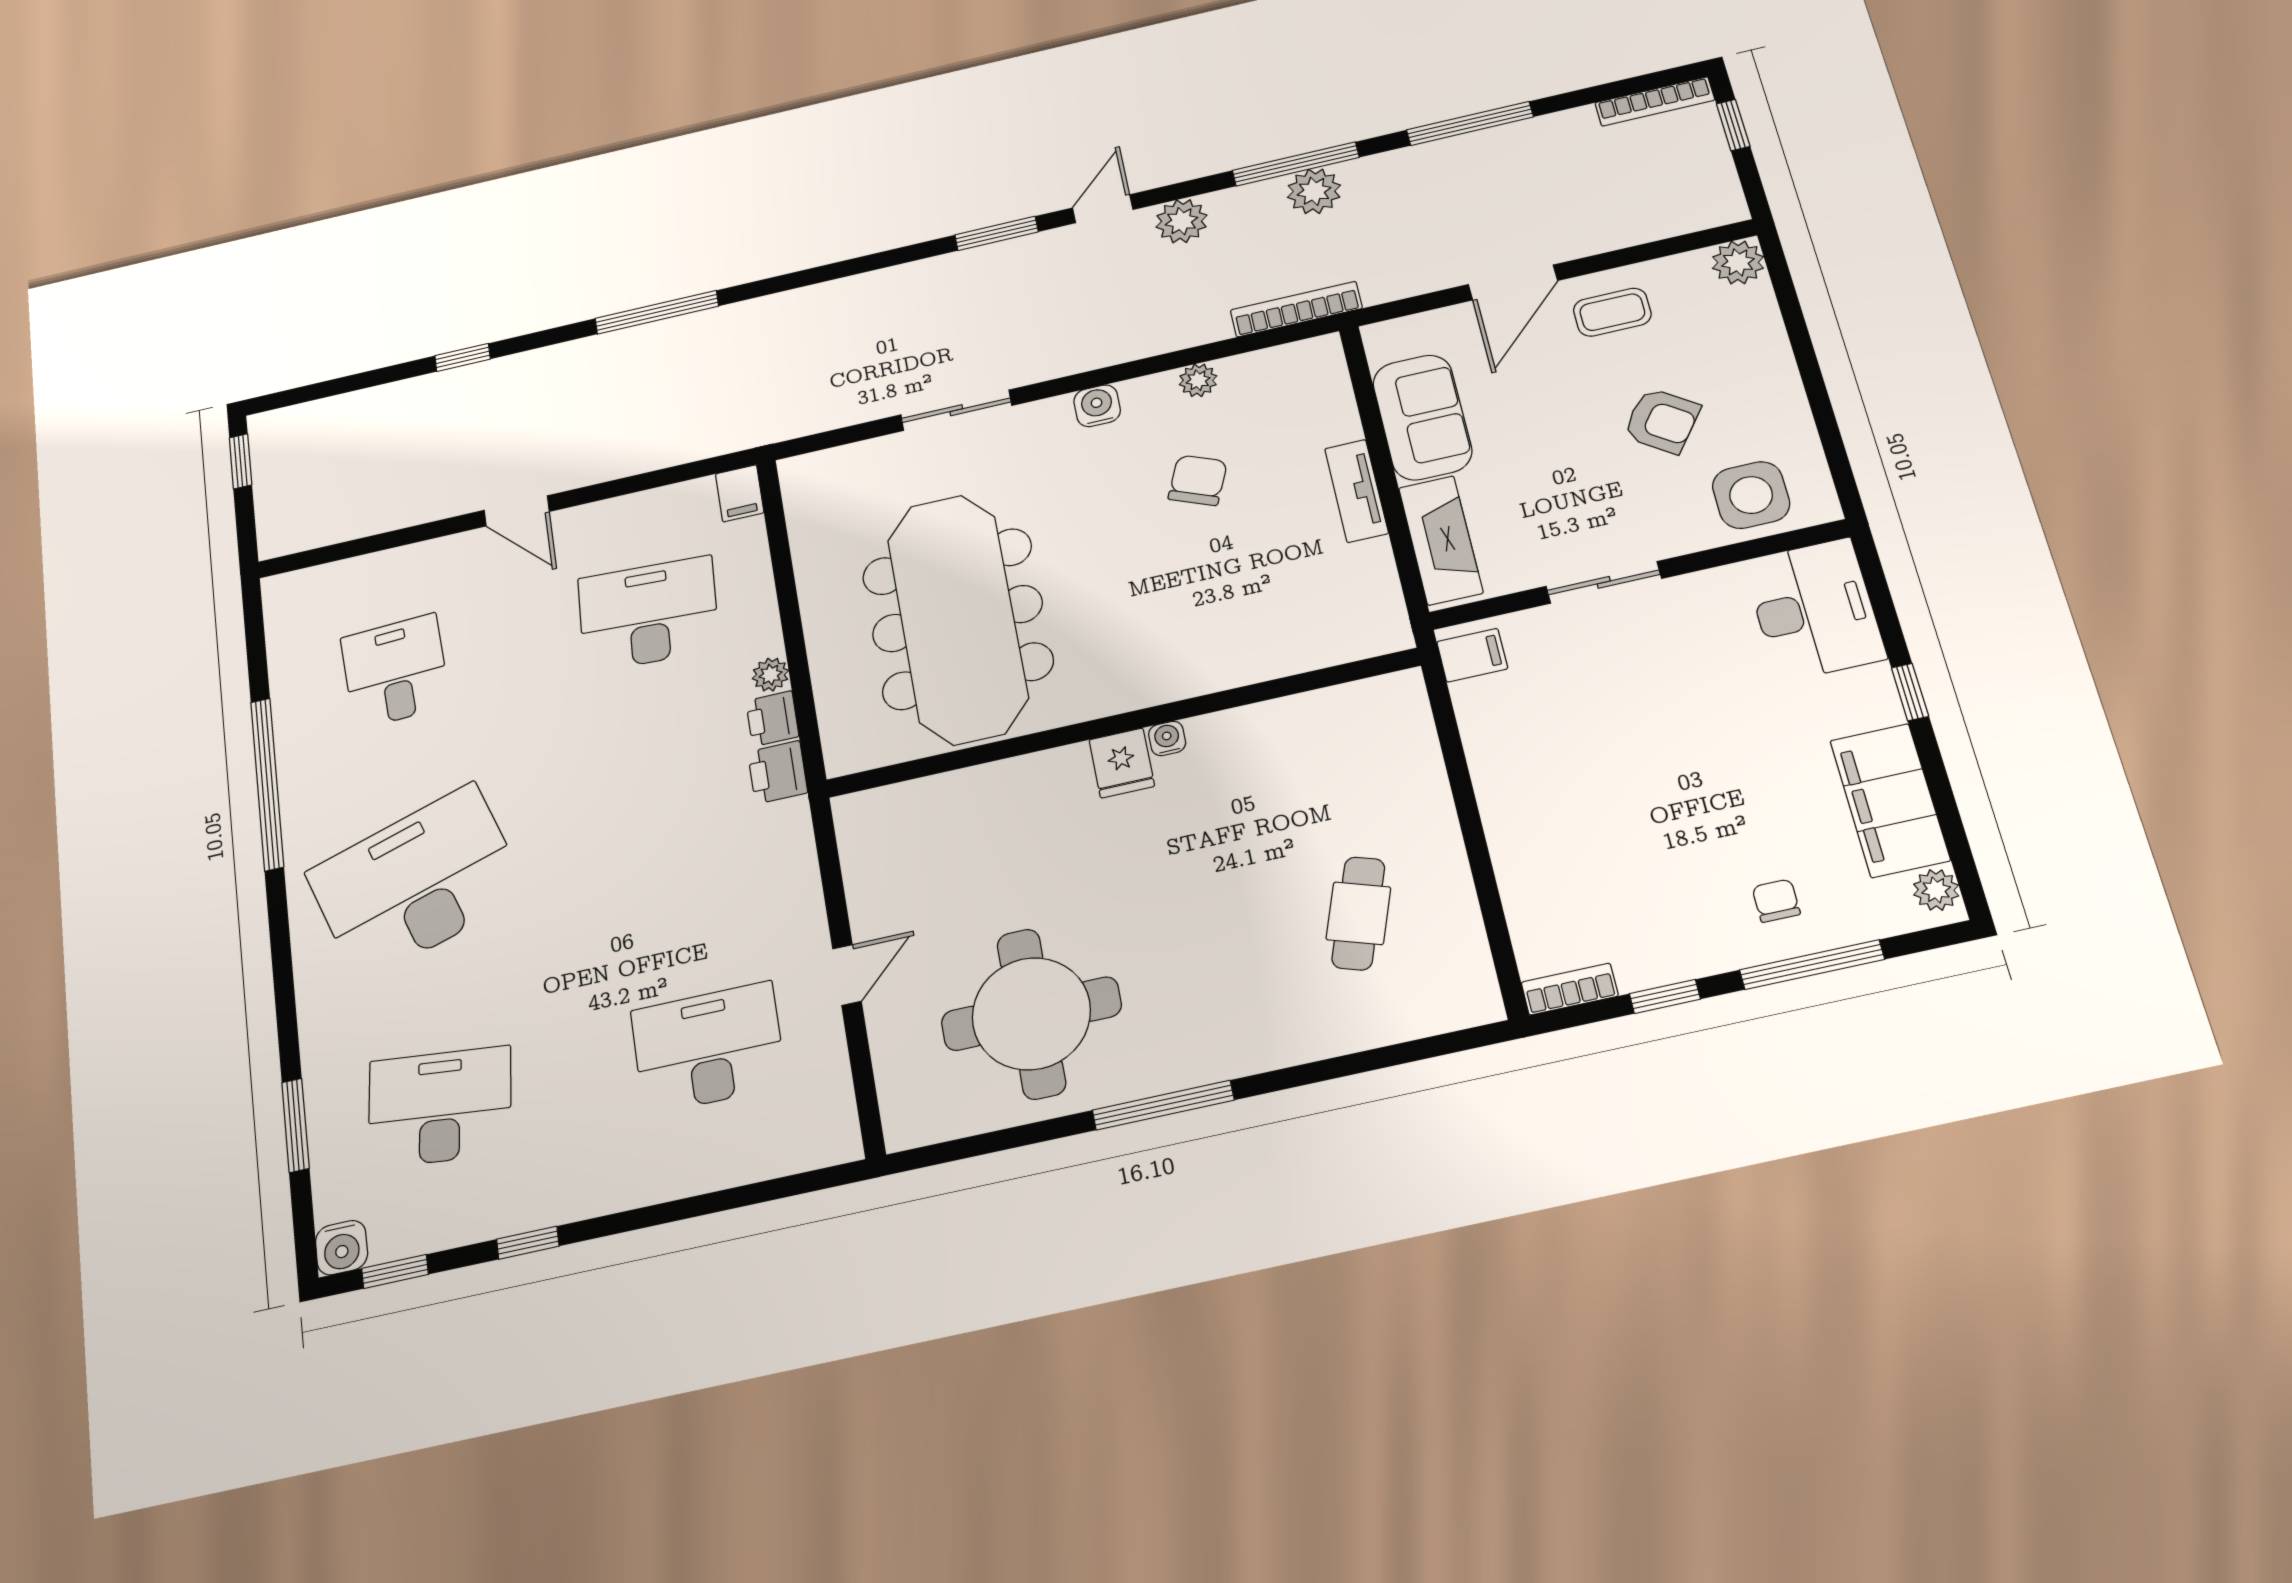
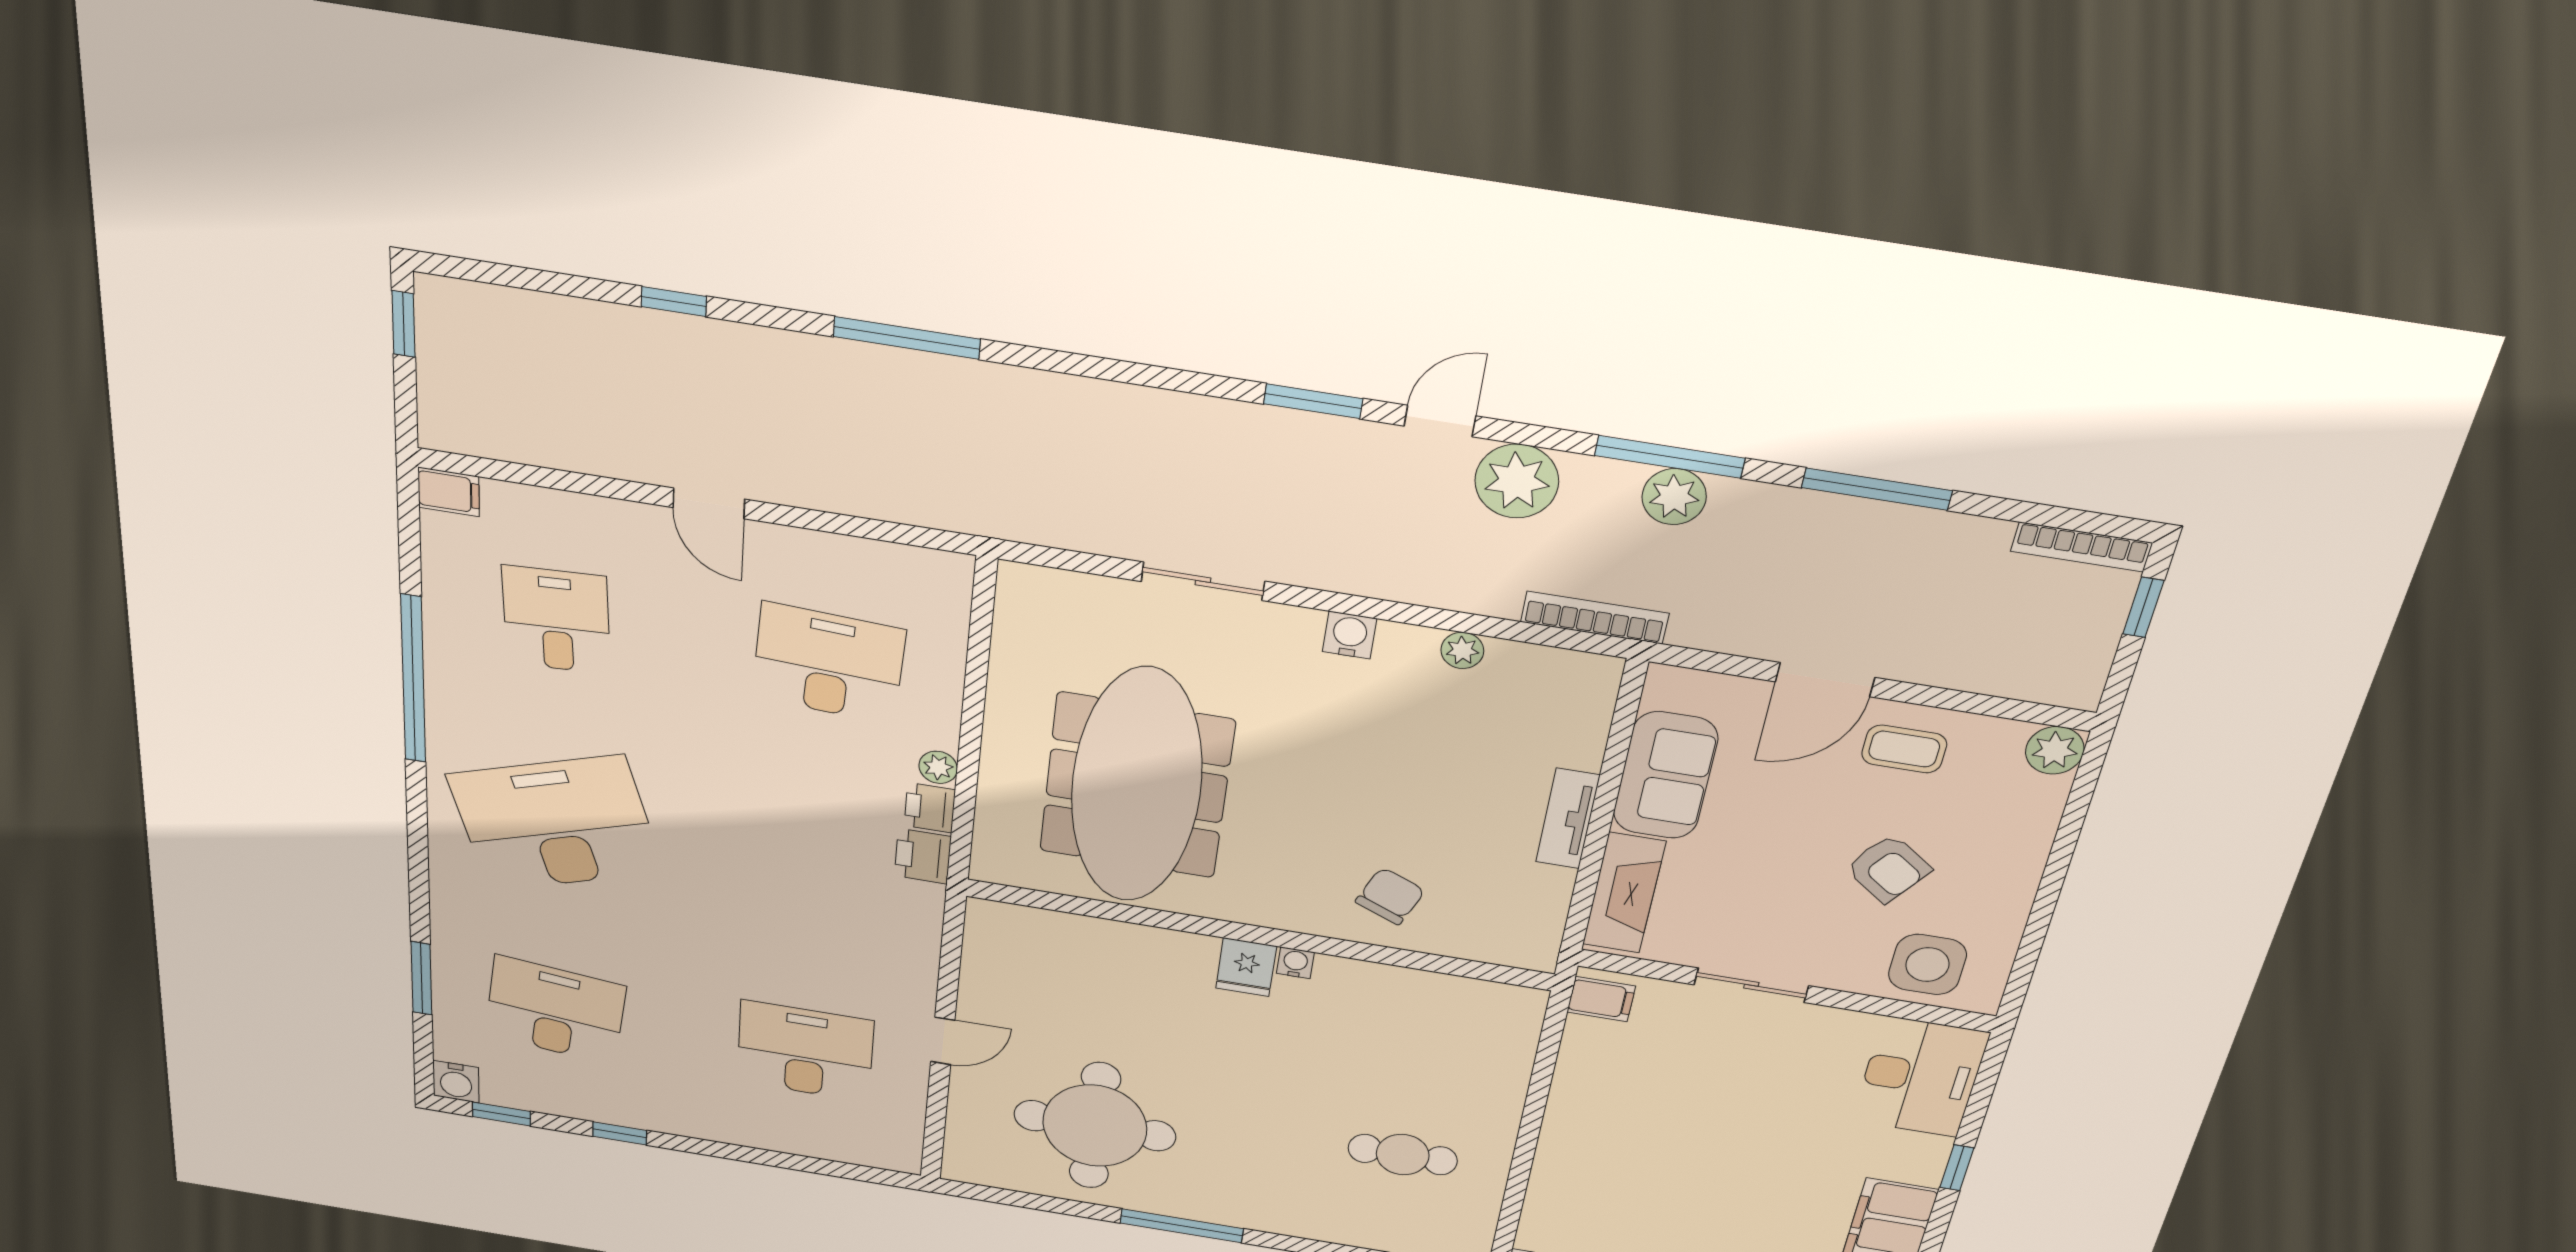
plant: (1182, 221) -> (1517, 481), width x1.36, depth x1.36
chair: (1198, 480) -> (1390, 896), moved
filing cabinet: (740, 493) -> (449, 492), moved, turned -90
cafe table: (1358, 913) -> (1403, 1155), turned 71

